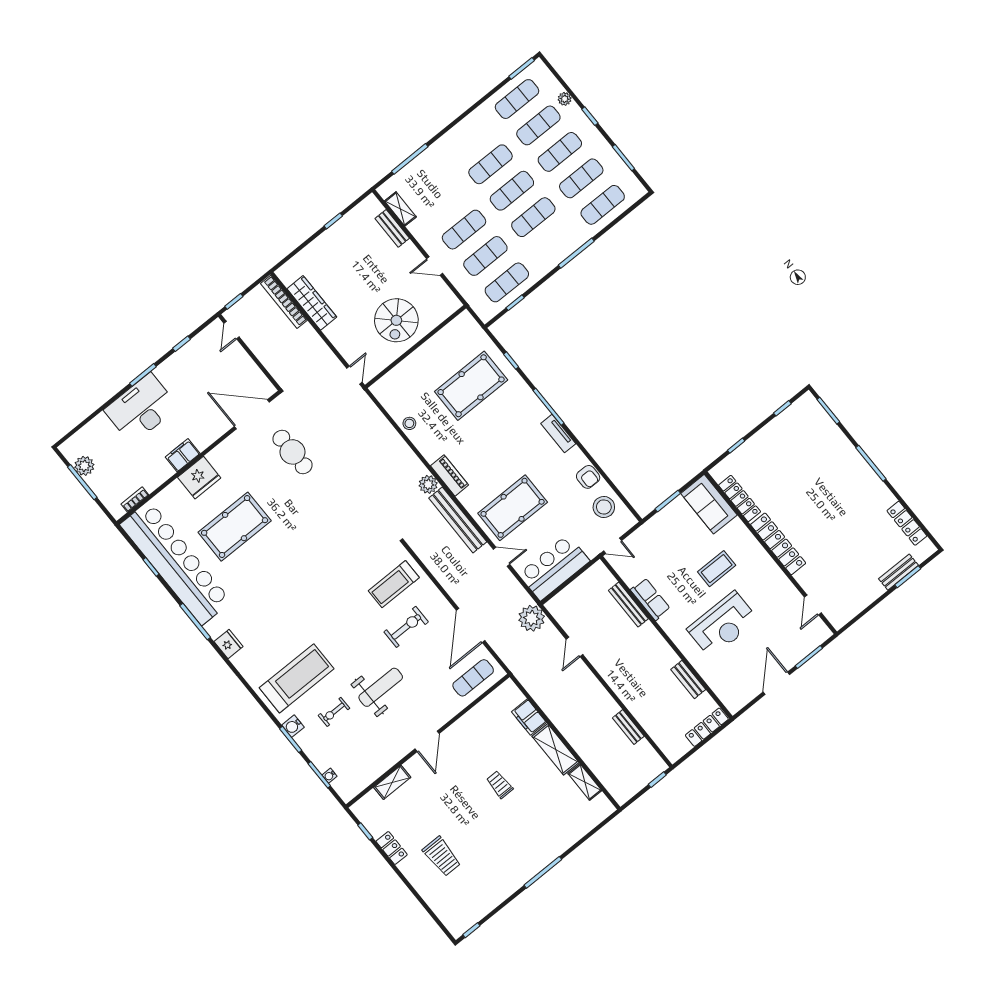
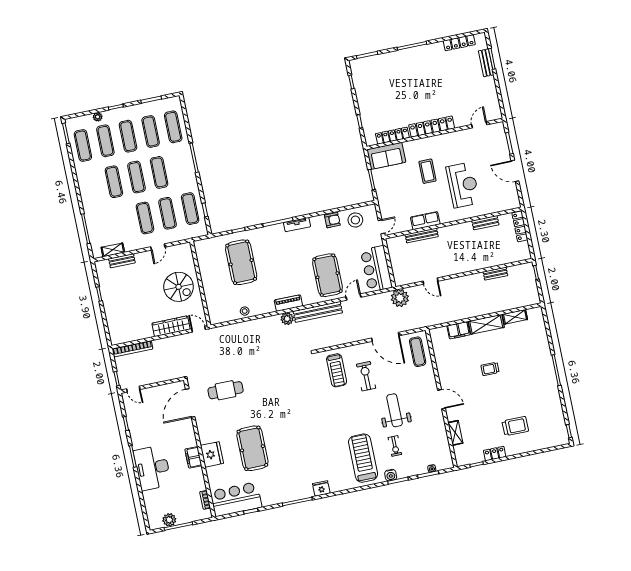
wardrobe: (312, 303) -> (171, 326), moved
bar counter: (176, 563) -> (236, 499), width x0.54
door: (813, 605) -> (479, 125), swing flipped

